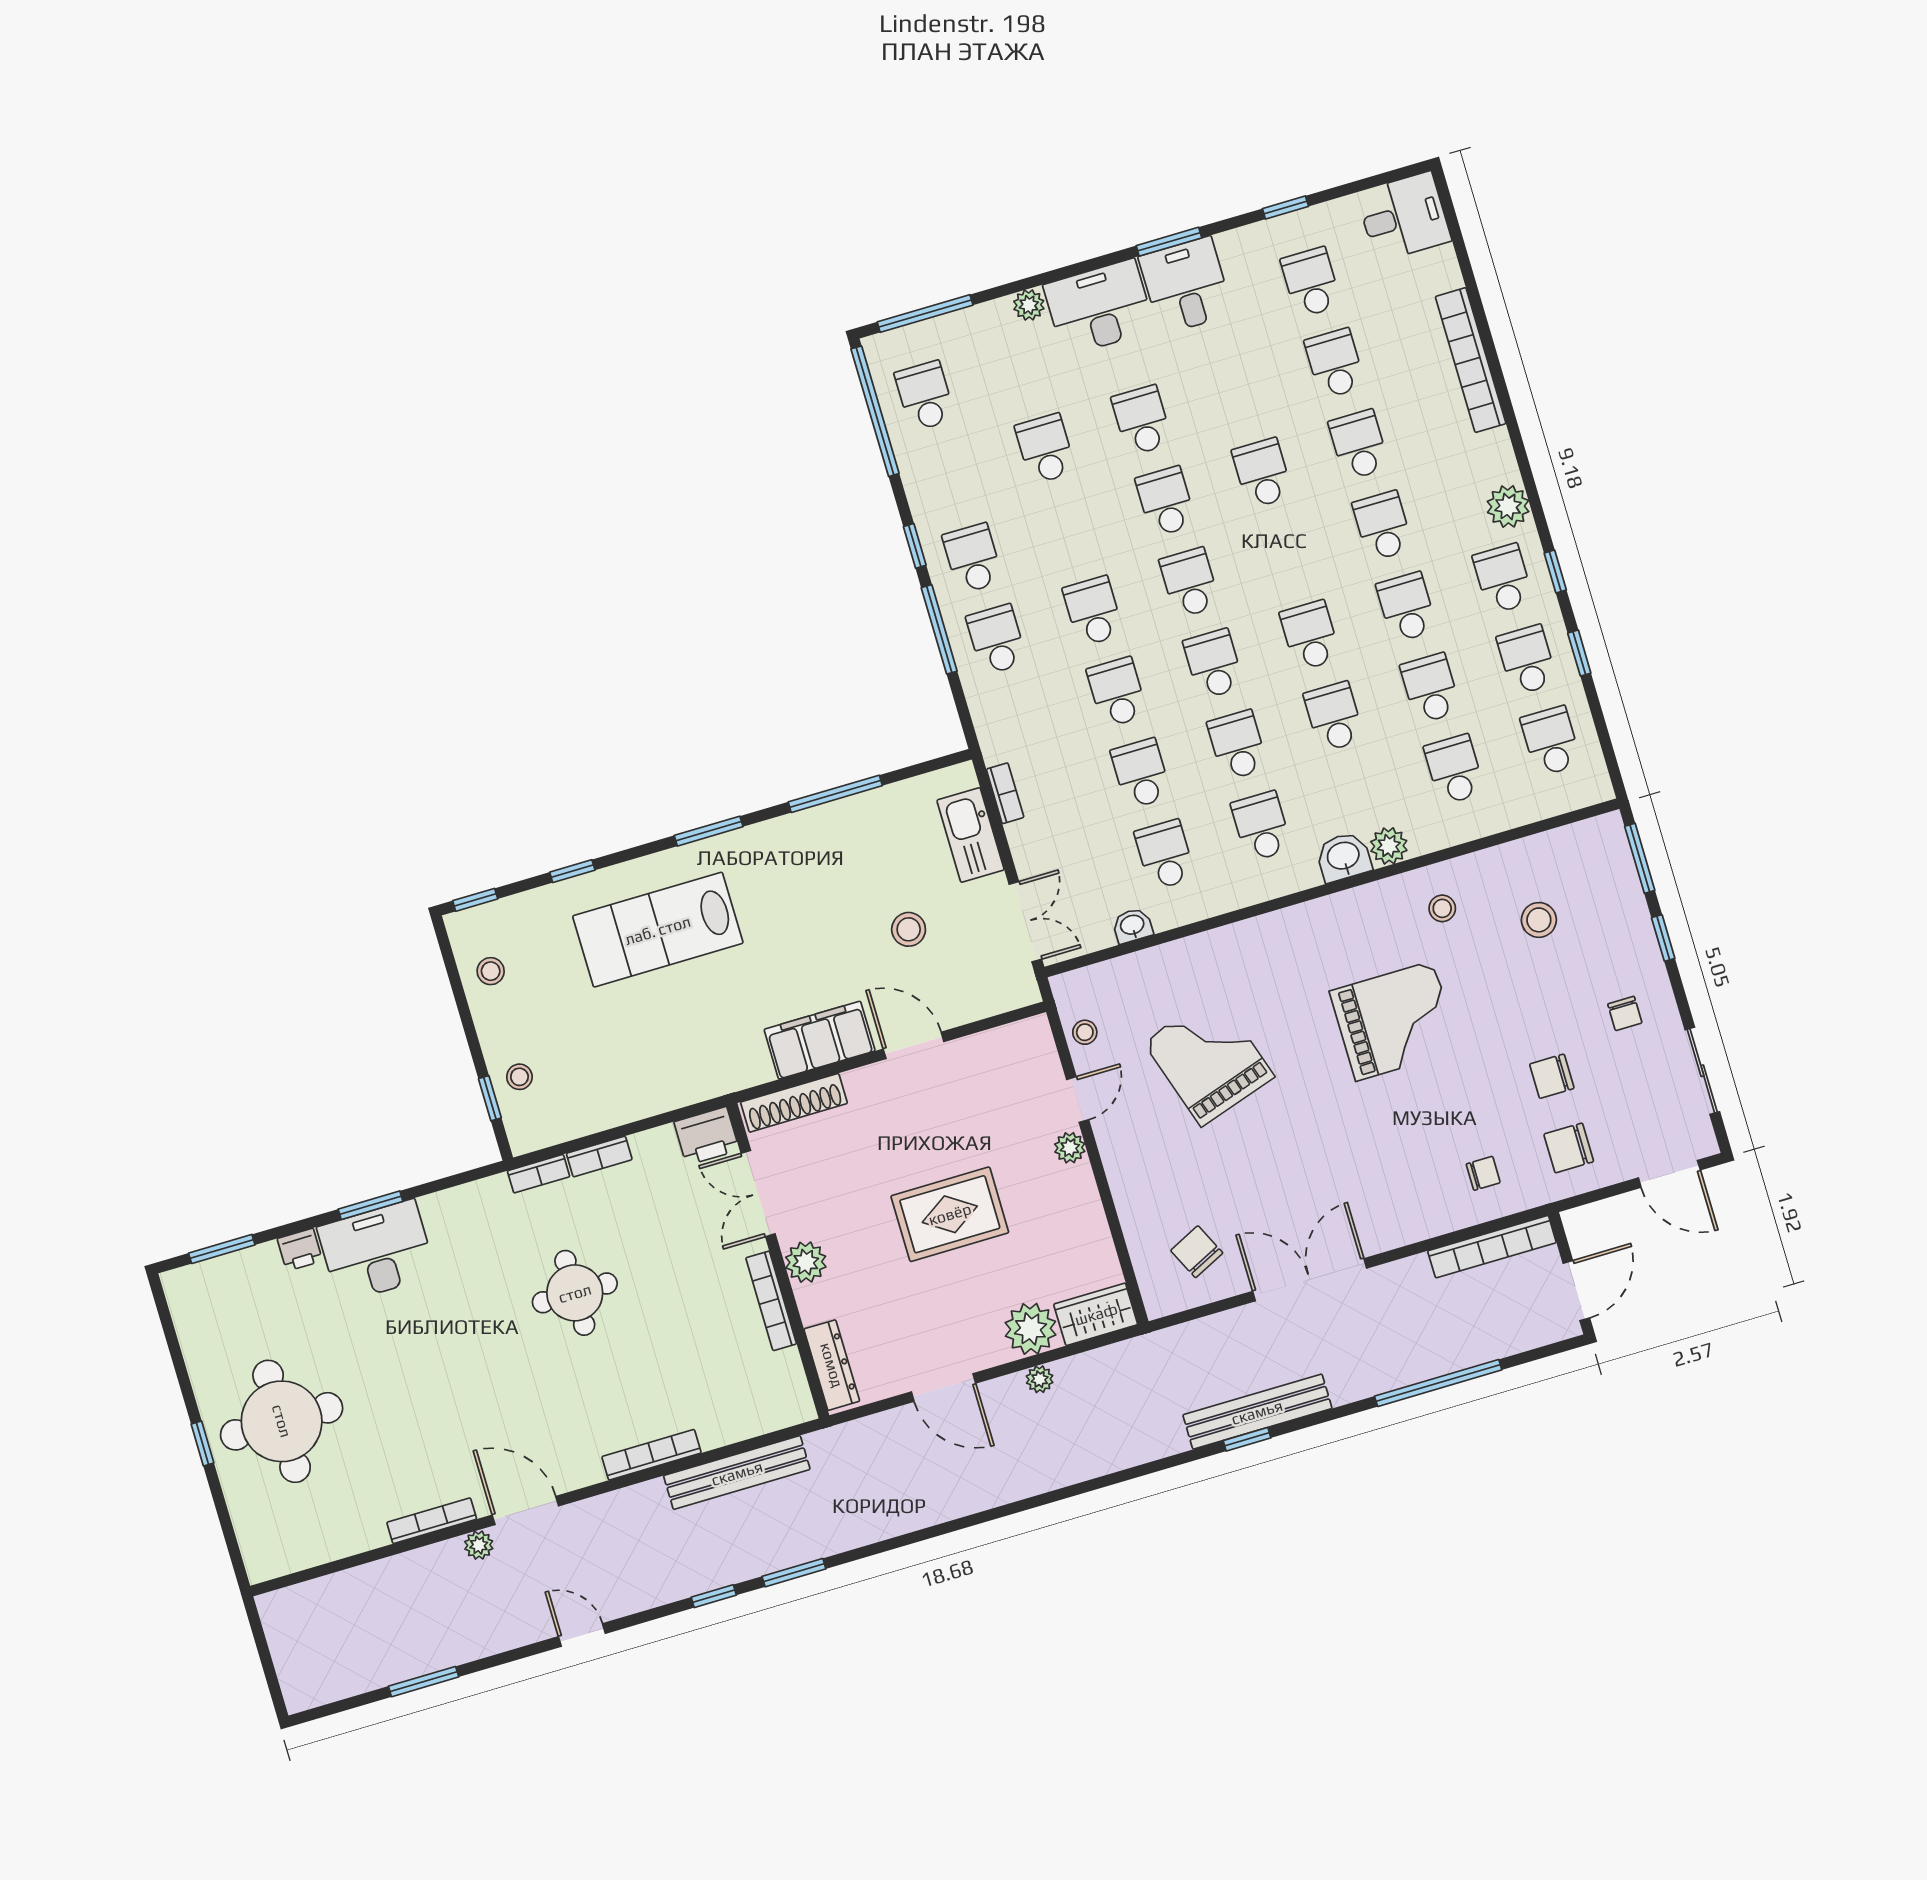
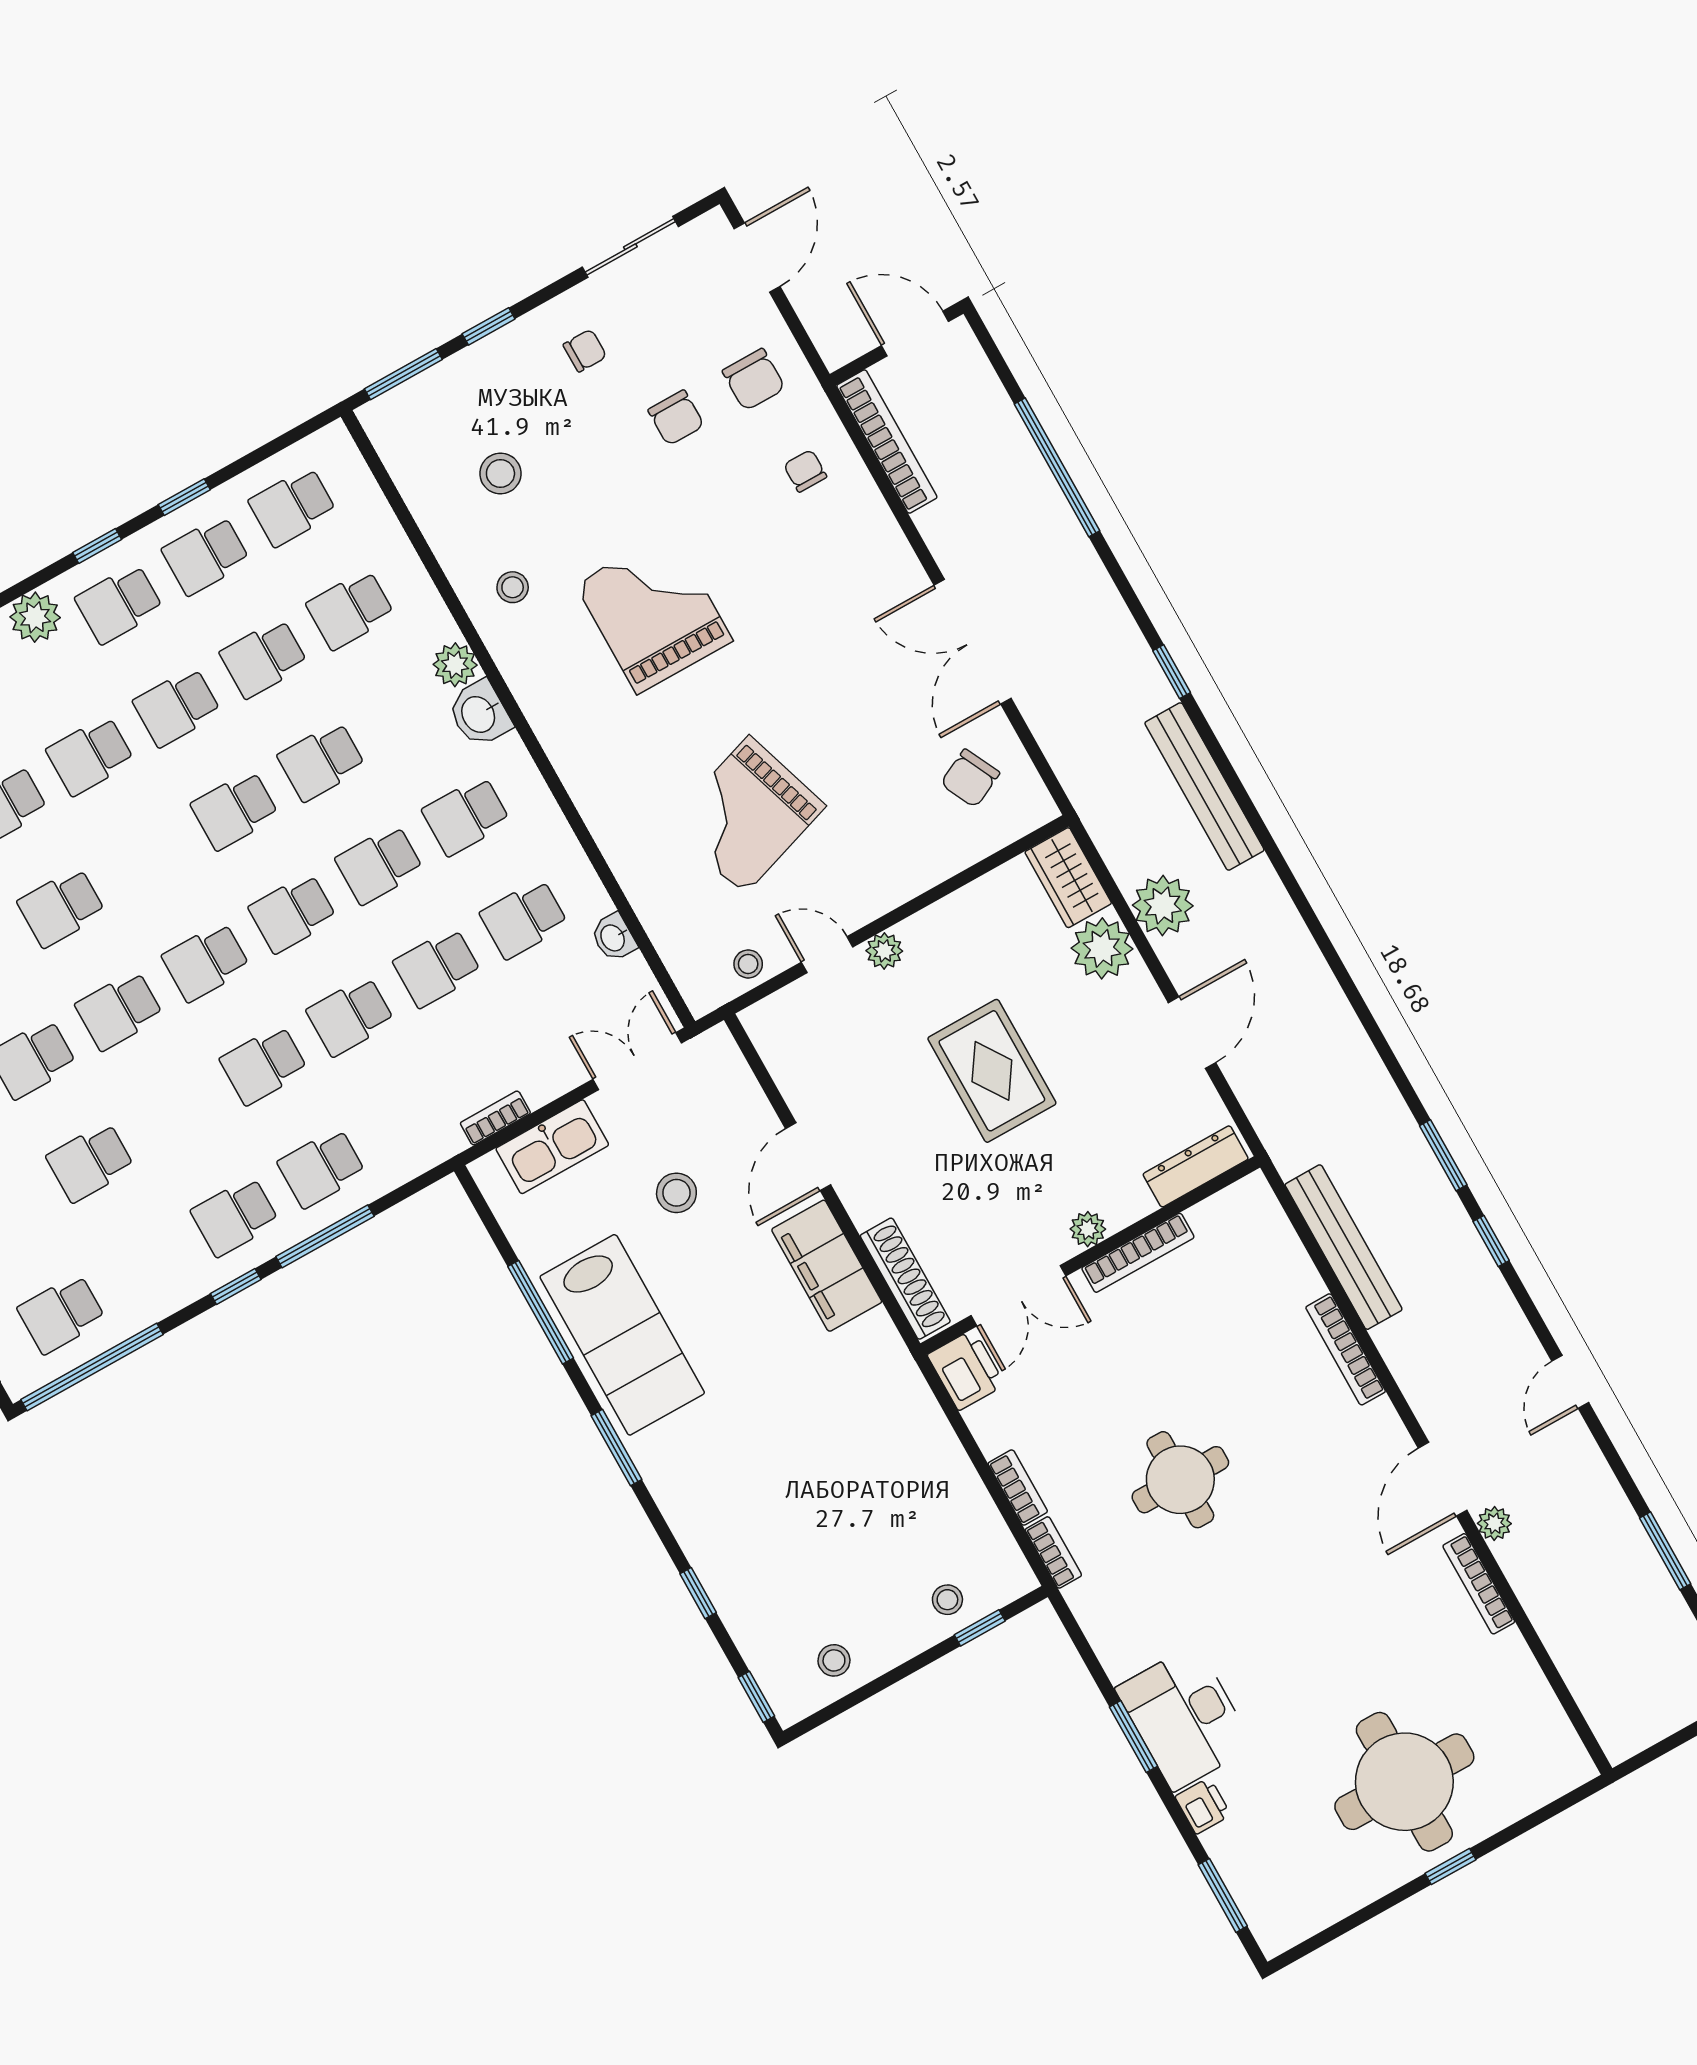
lab bench: (658, 930) -> (622, 1335), moved
plant: (806, 1262) -> (1088, 1229), width x0.73, depth x0.73
plant: (1040, 1379) -> (1163, 906), width x1.87, depth x1.87
bench: (1257, 1412) -> (1204, 786), moved

